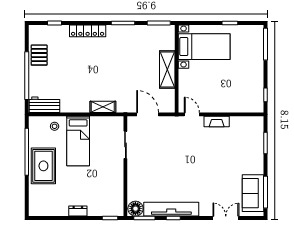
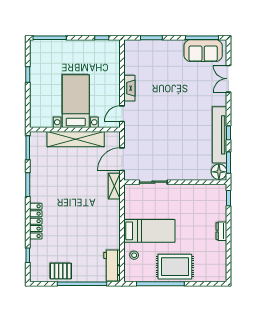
bed with nightstands: (204, 47) -> (76, 101), moved
shelving: (167, 69) -> (76, 139), width x1.47
shelving: (103, 107) -> (114, 186), moved

